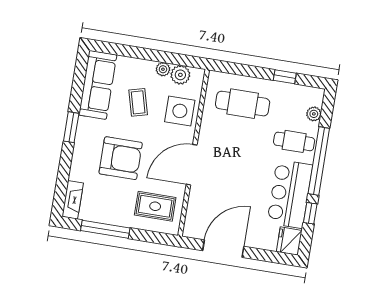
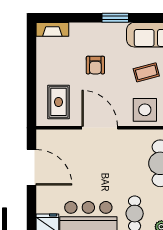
armchair: (121, 158) -> (95, 65), width x0.53, depth x0.53
window: (105, 229) -> (31, 62), removed

